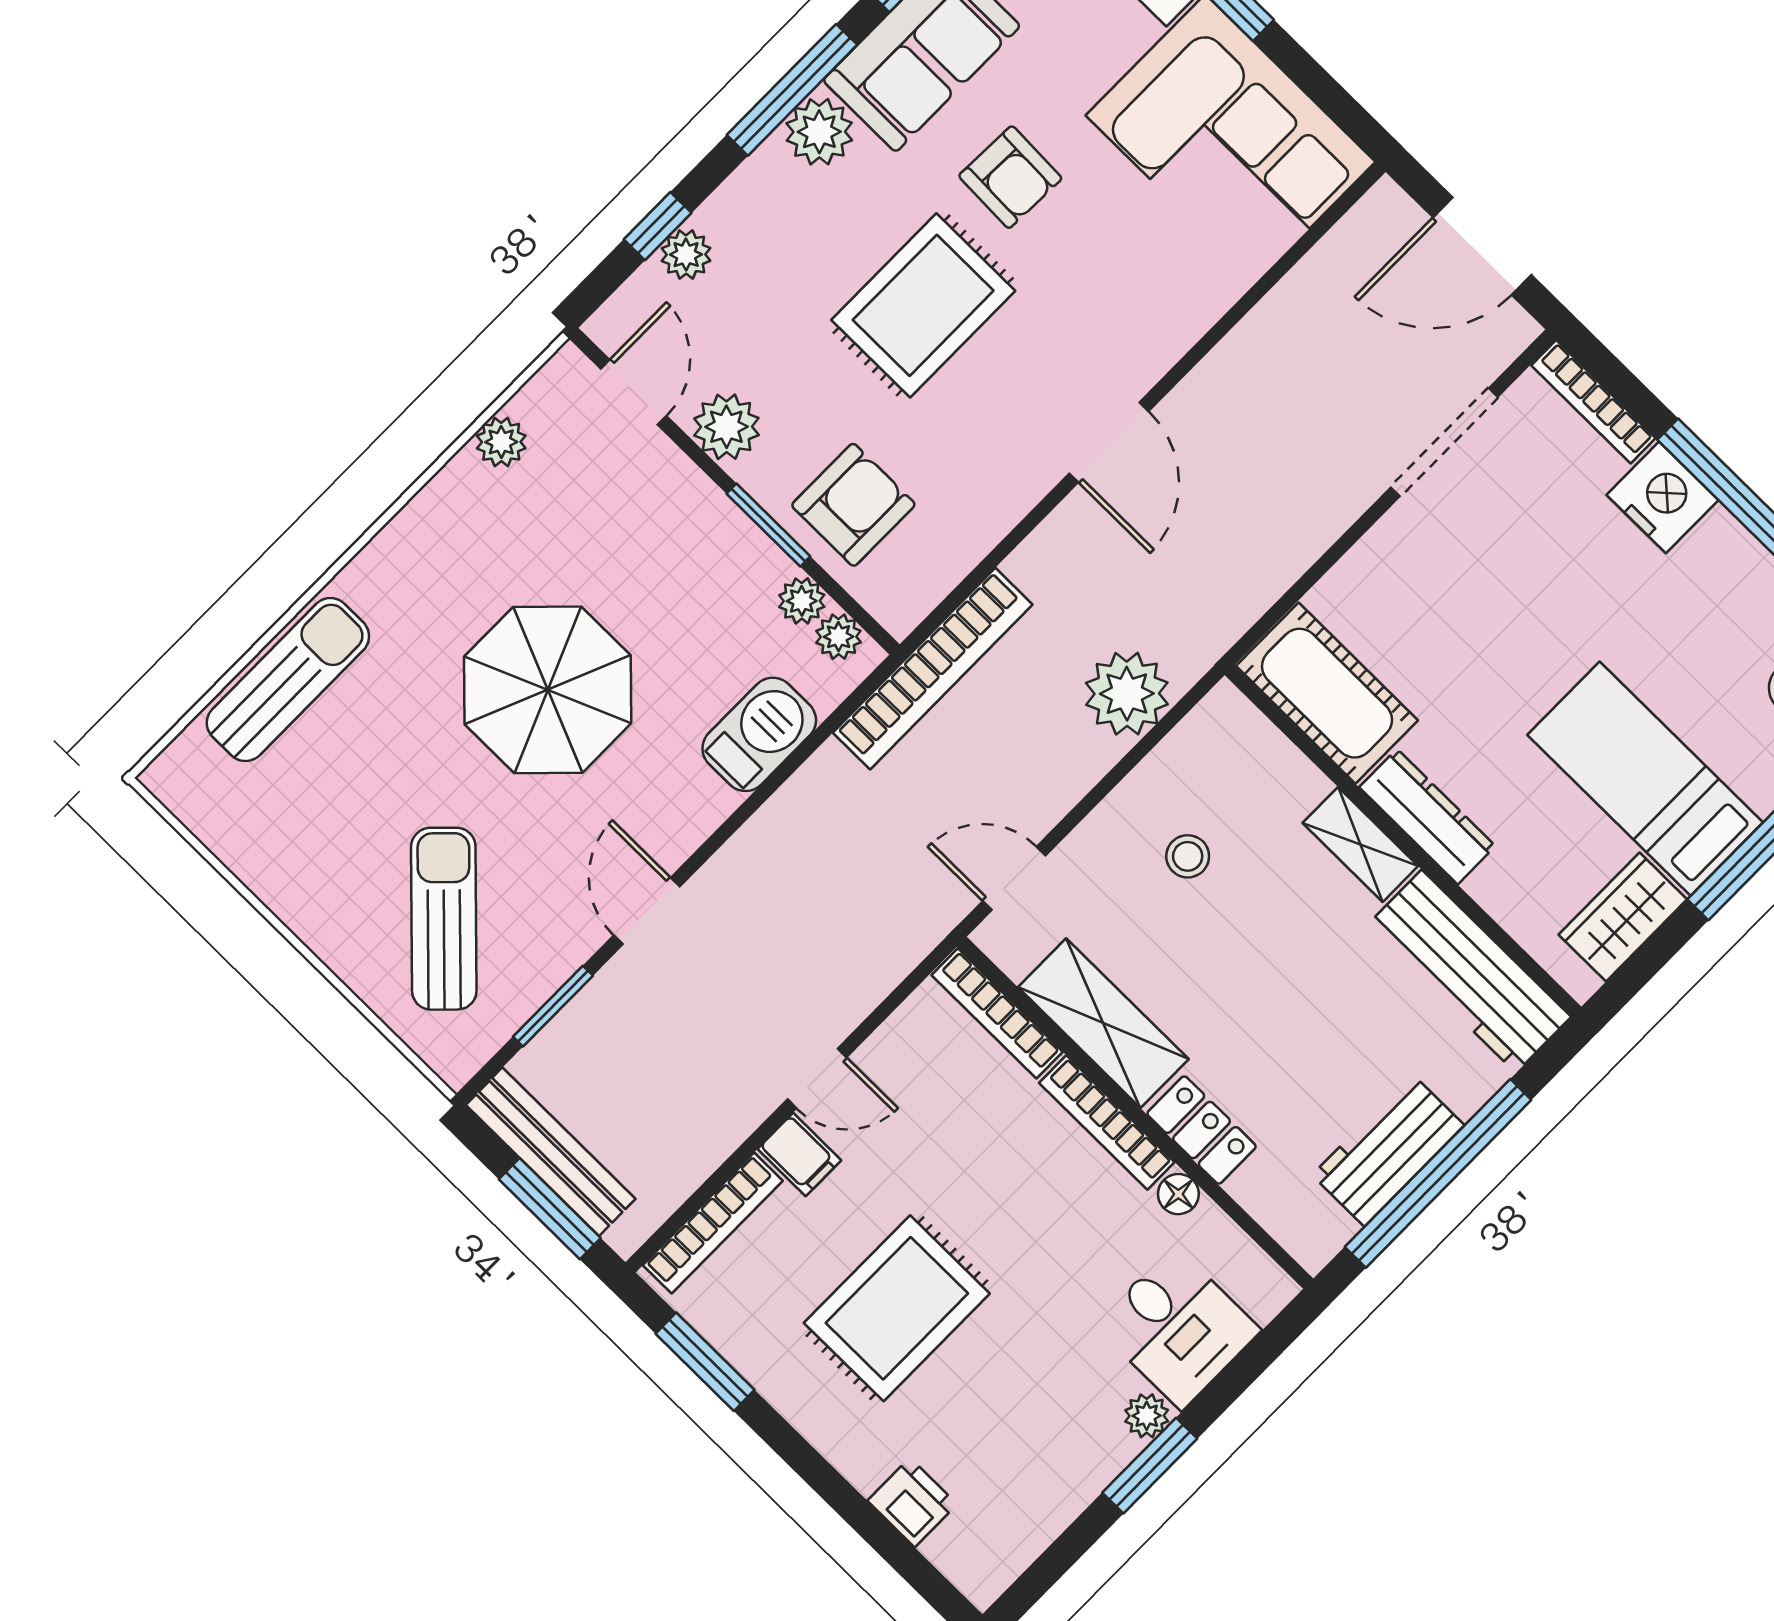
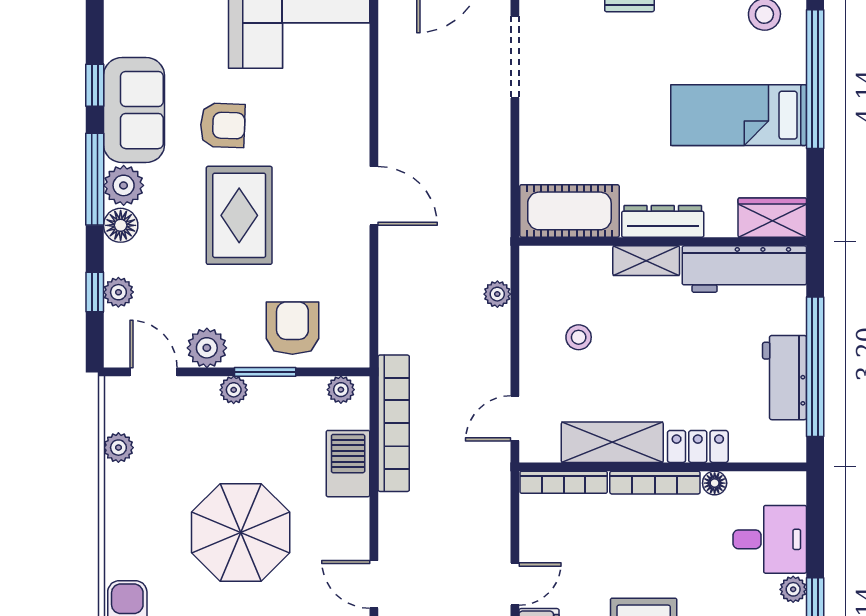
floor lamp: (768, 176) -> (121, 225), added
plant: (802, 601) -> (234, 390), moved
bookcase: (933, 669) -> (394, 423), moved
plant: (1127, 694) -> (497, 294), width x0.53, depth x0.53
wardrobe: (1623, 917) -> (772, 218), moved, turned 90

